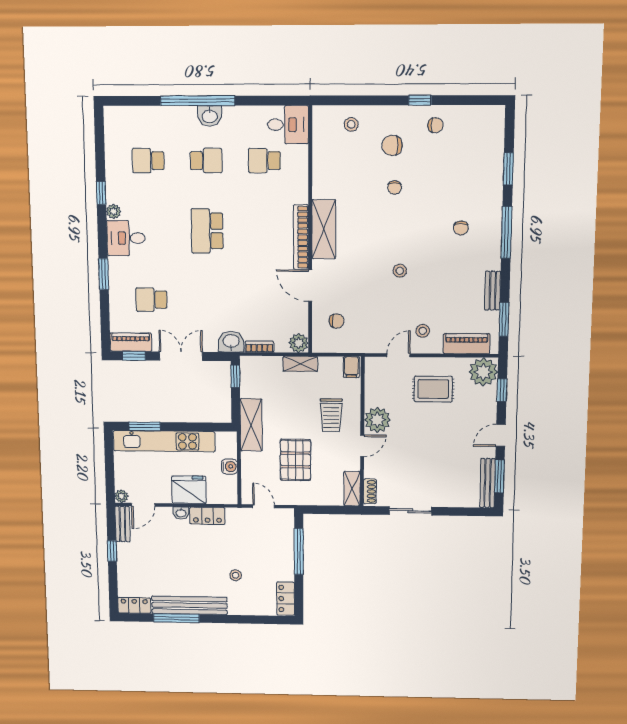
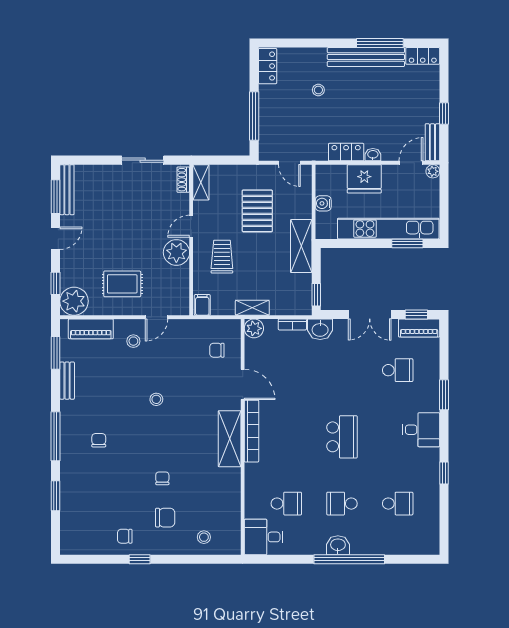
plant: (114, 211) -> (432, 455), removed

